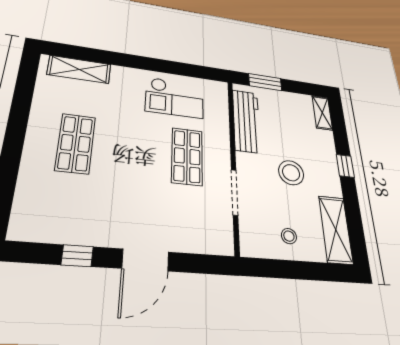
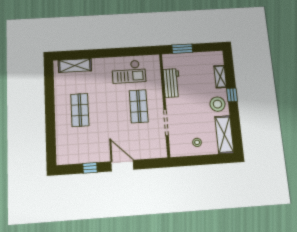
shelving: (322, 113) -> (220, 77), moved
workbench: (246, 121) -> (172, 83), width x0.73
stool: (291, 173) -> (217, 104), moved
door: (145, 260) -> (122, 166), swing flipped

